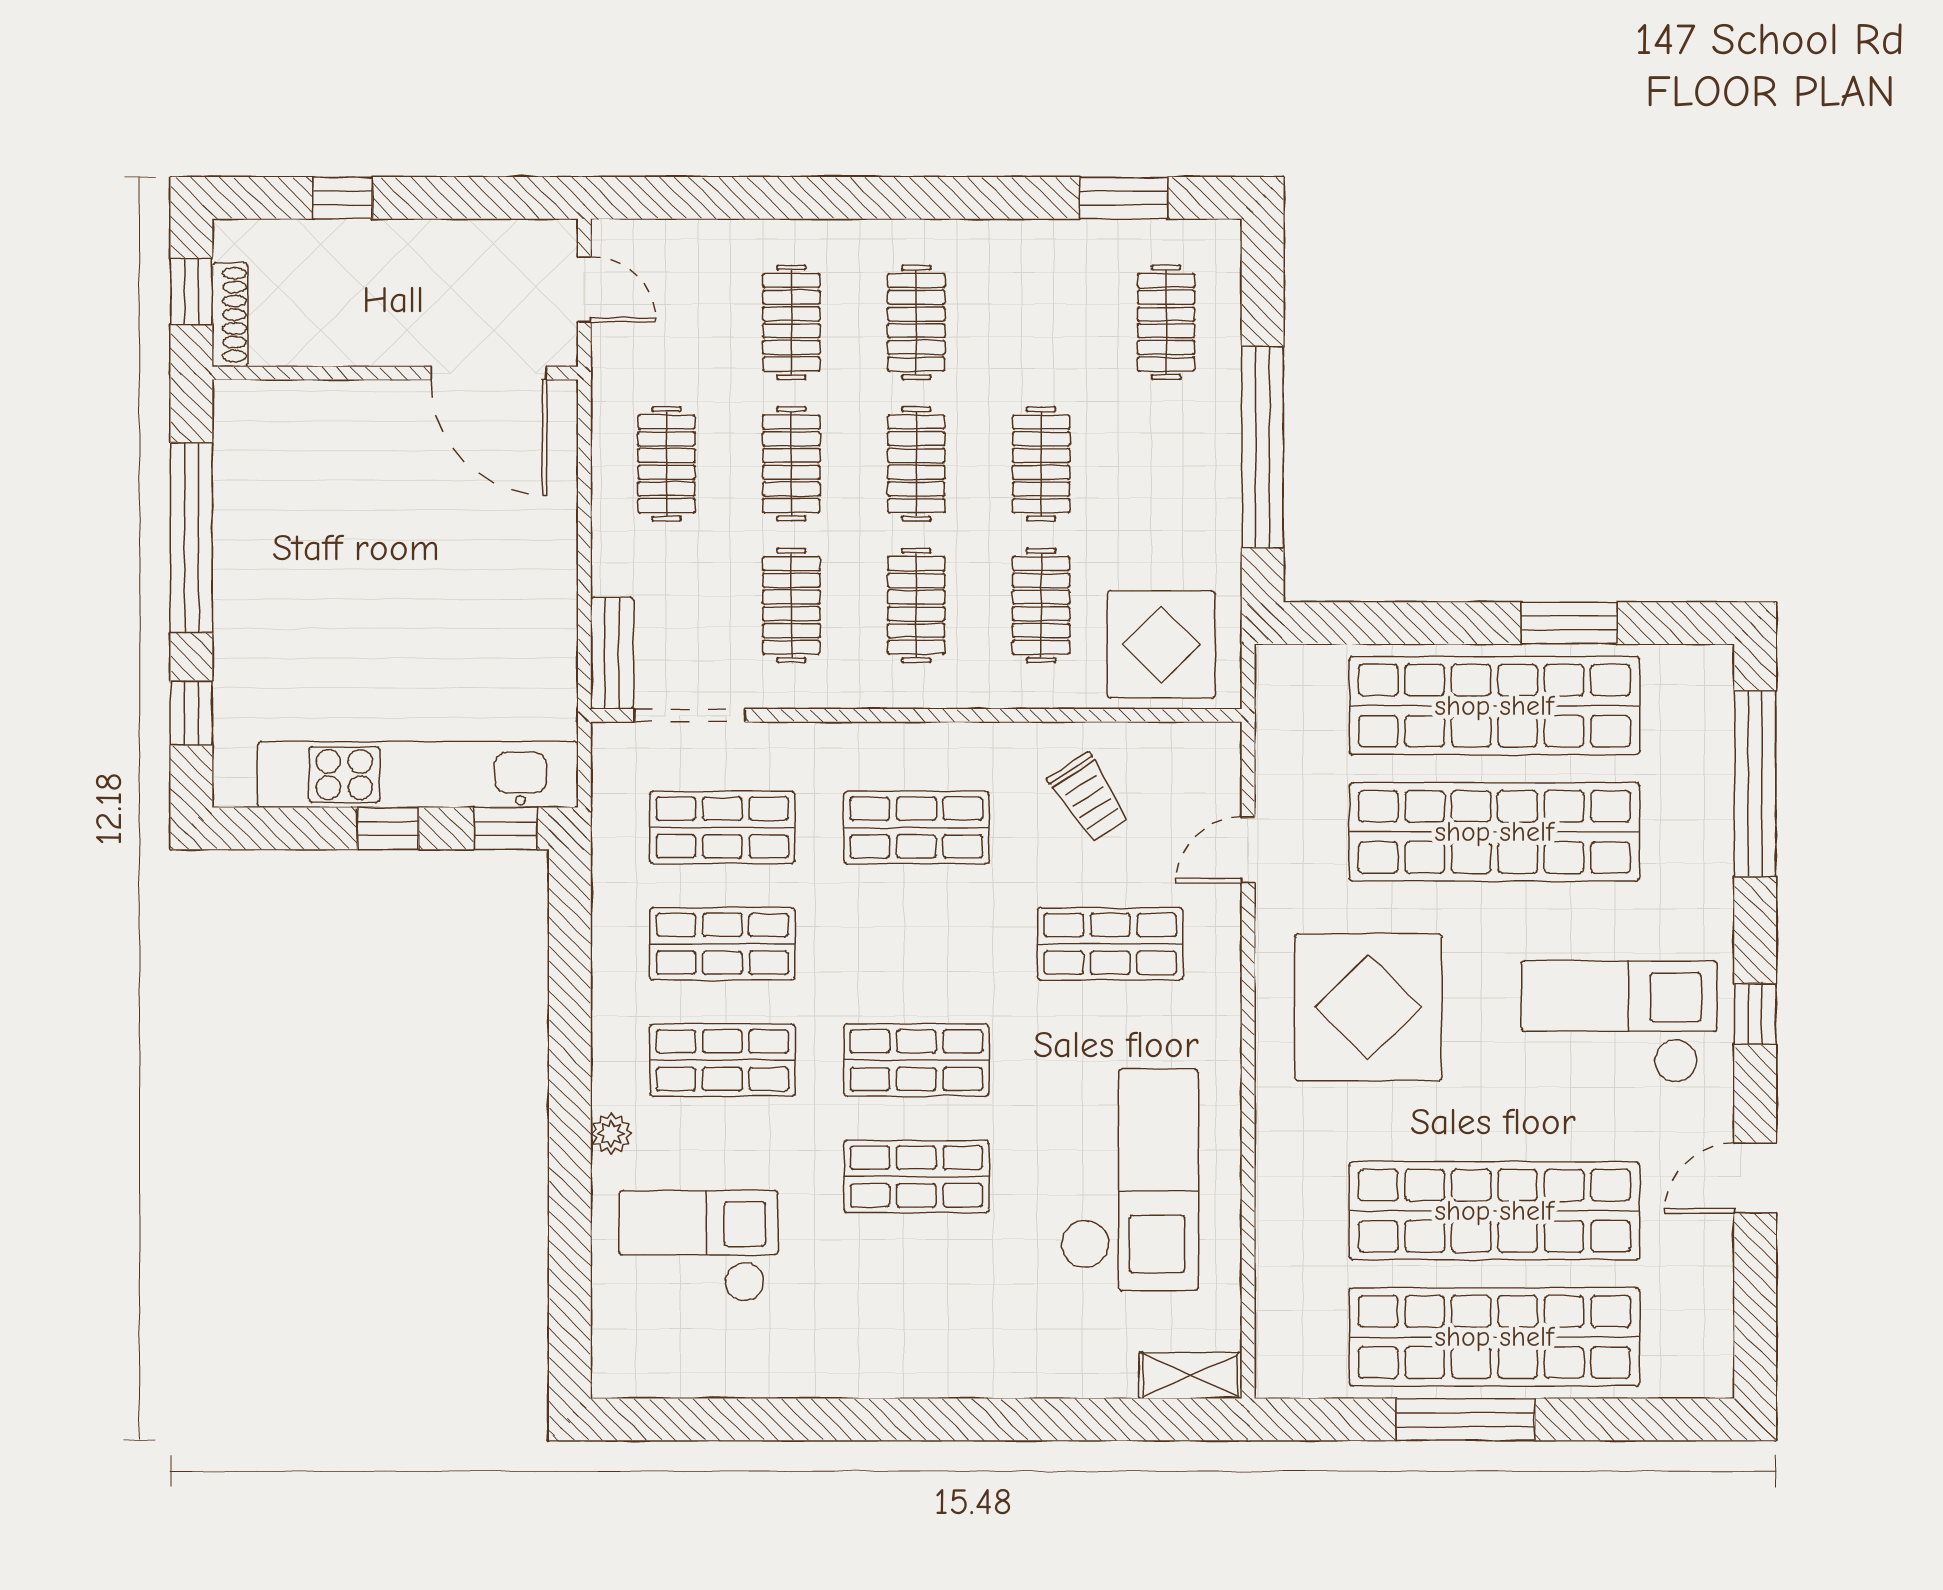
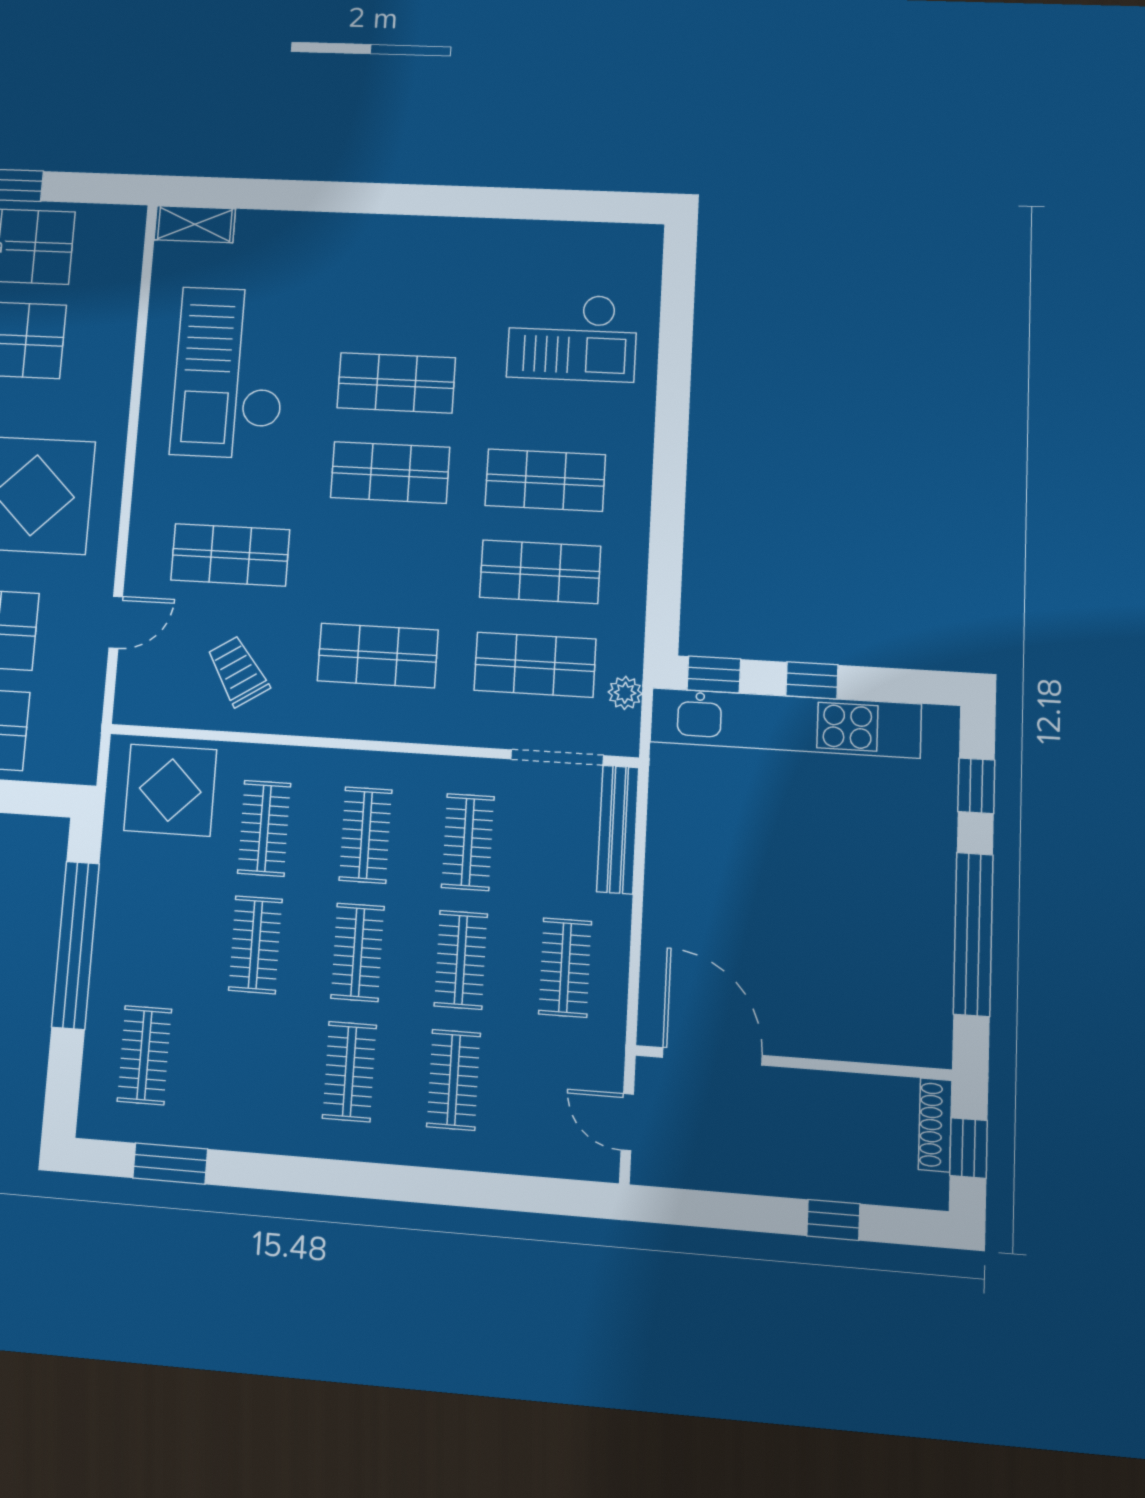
bench: (612, 653) -> (618, 829), width x1.36
plant: (611, 1134) -> (625, 693), moved

